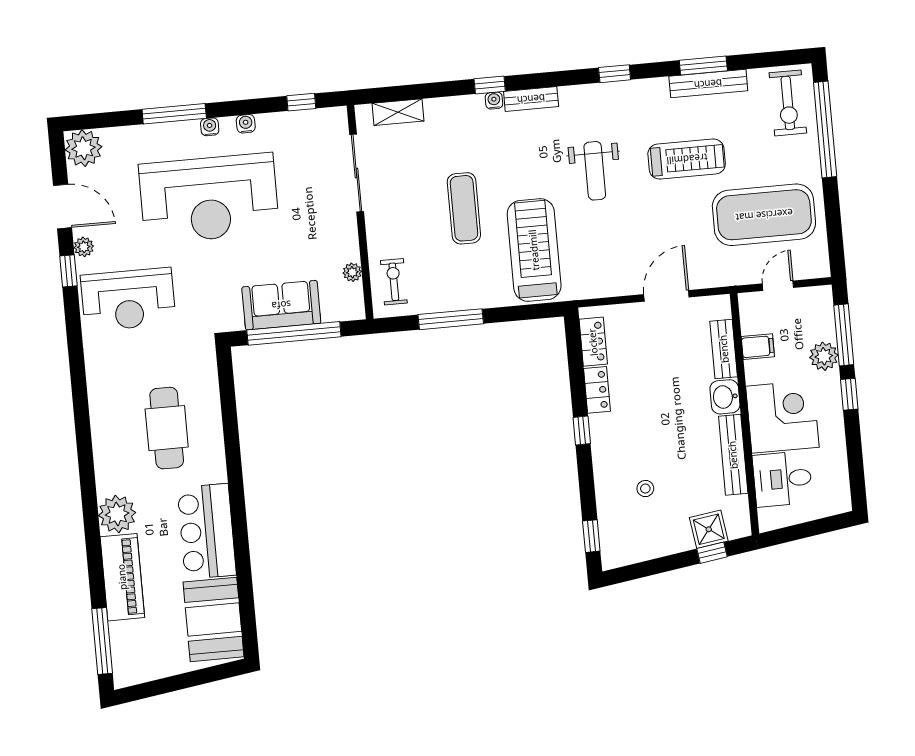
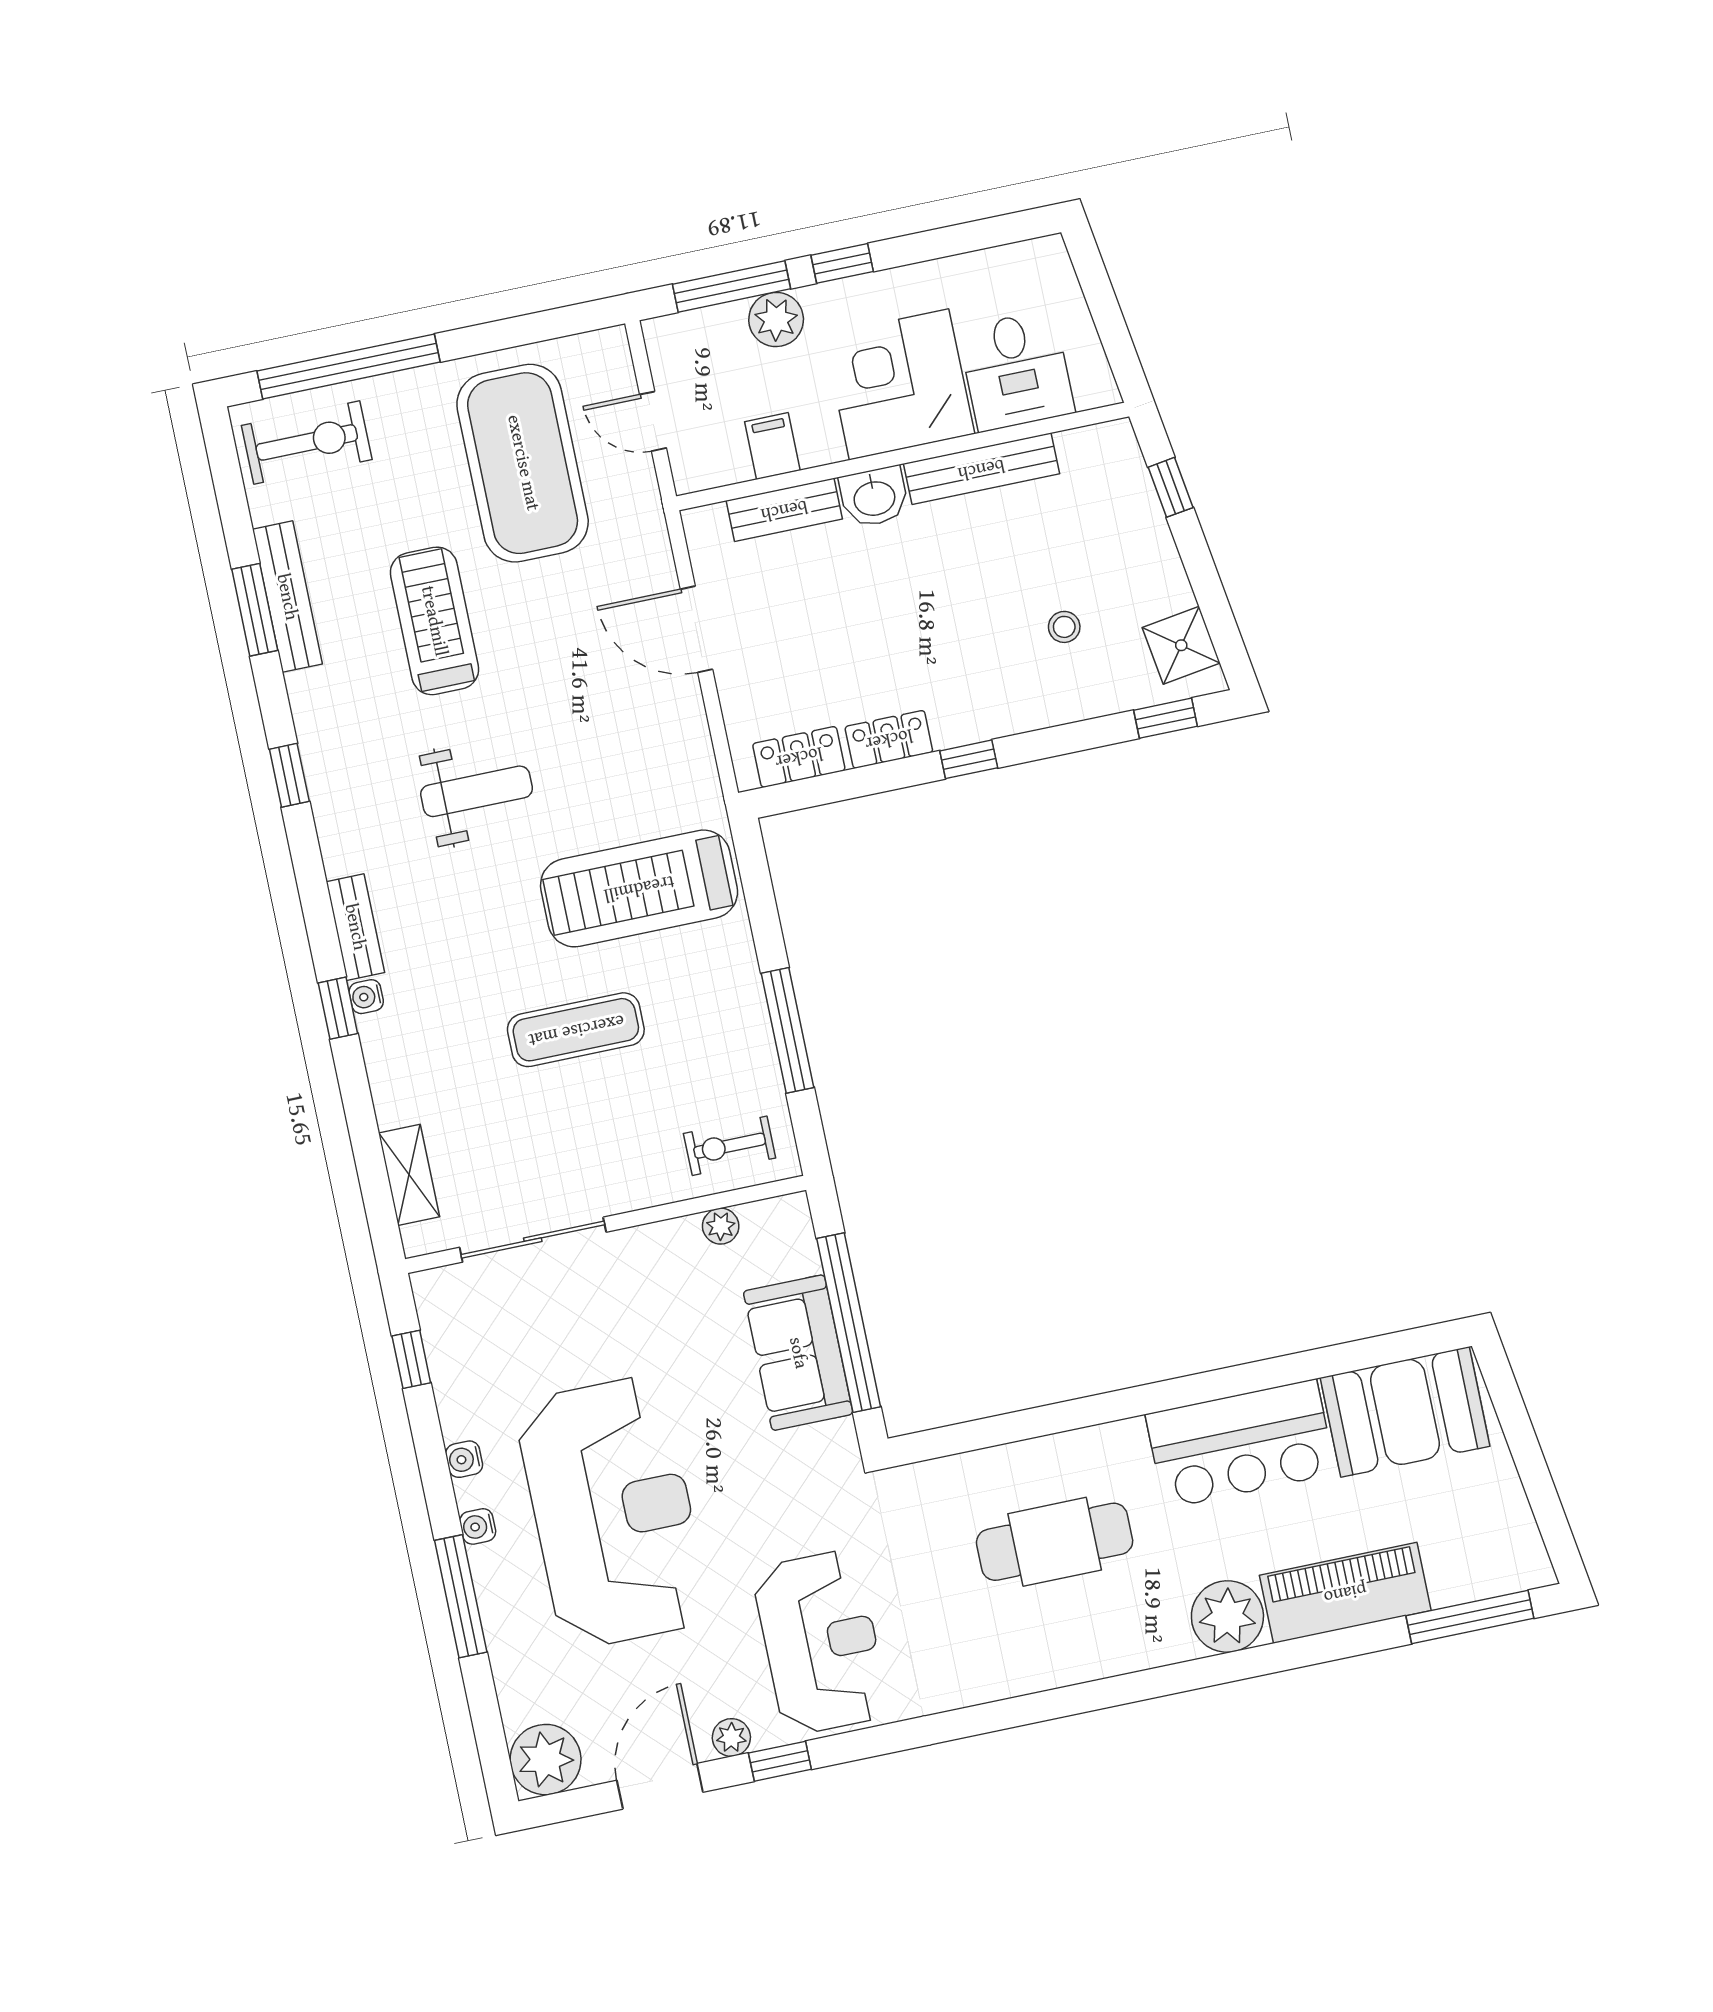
shower: (709, 529) -> (1181, 645), moved

